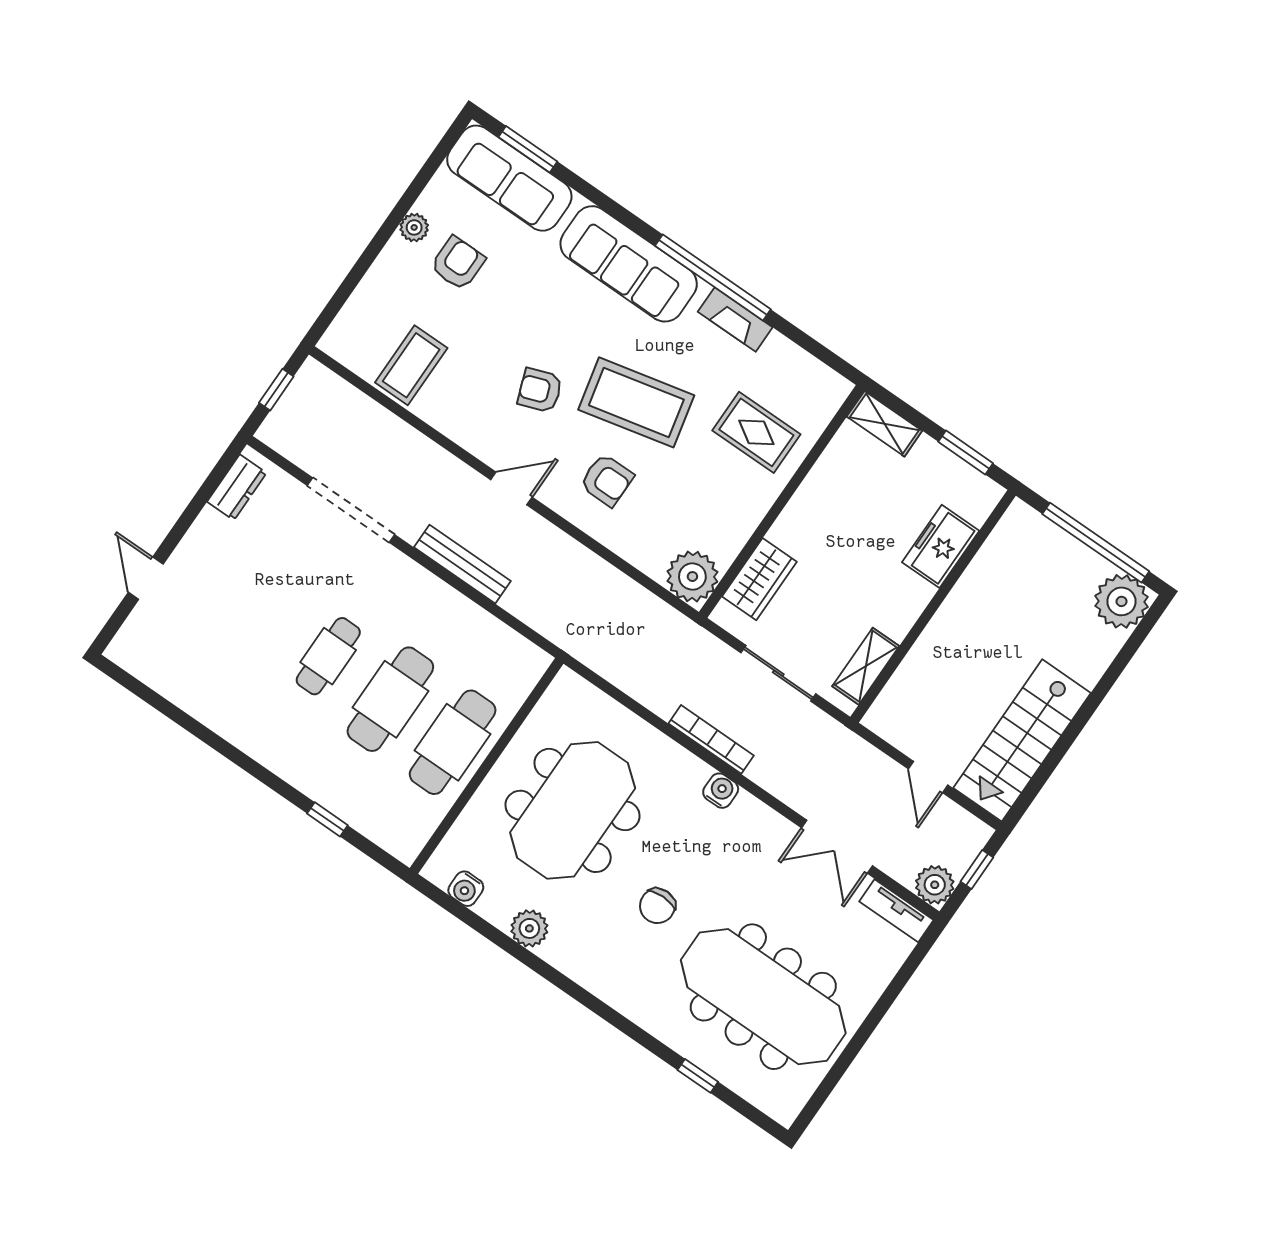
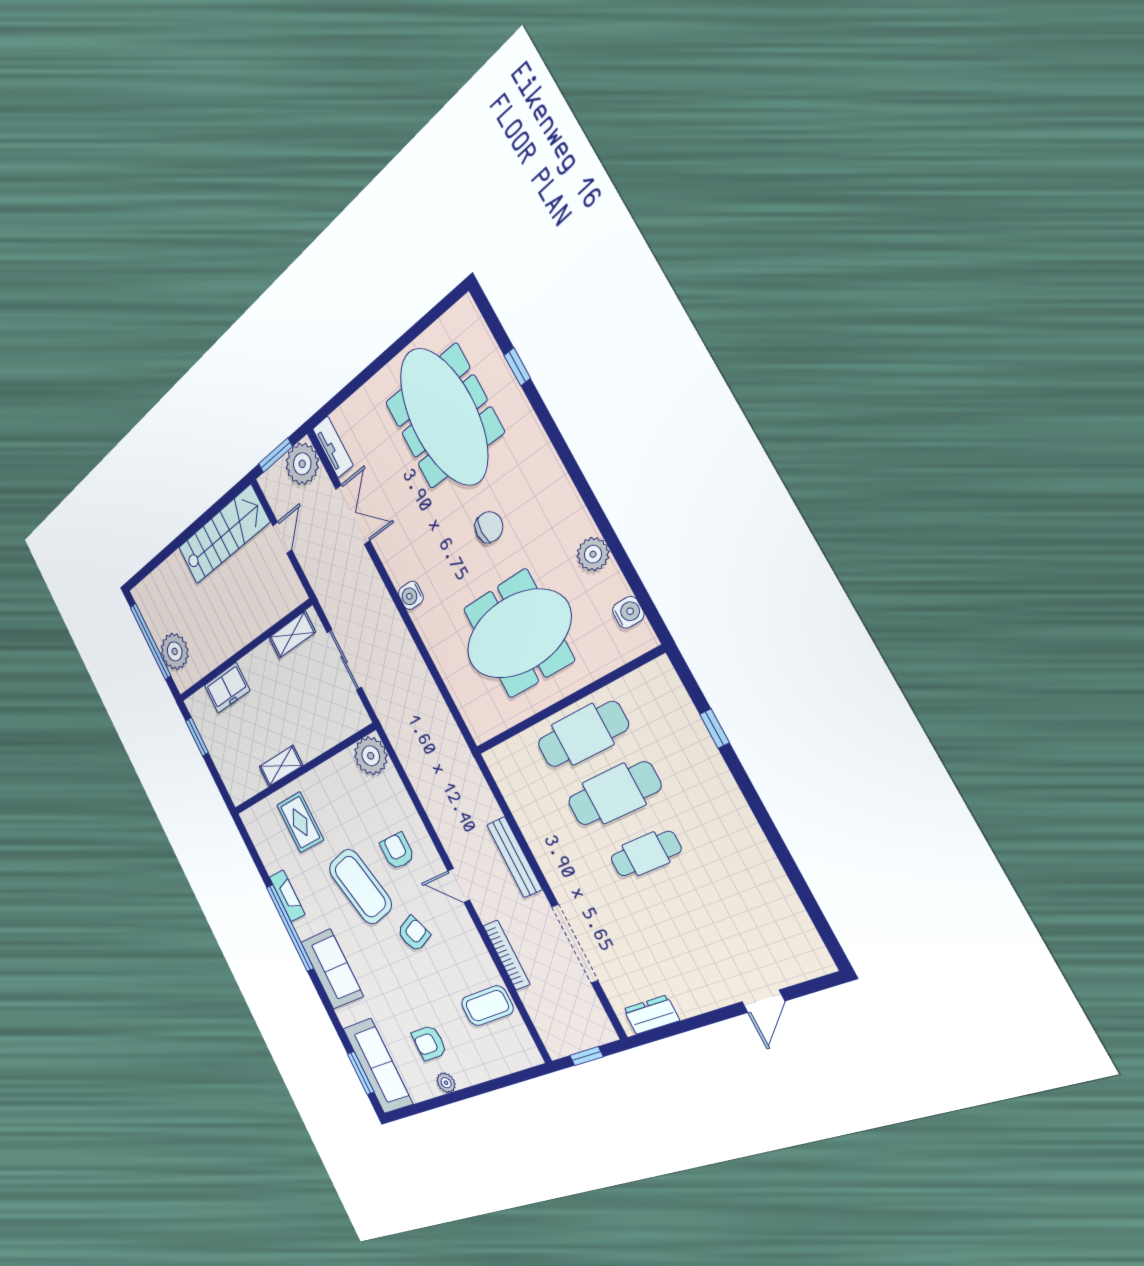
sofa: (629, 264) -> (332, 969), width x0.73
armchair: (540, 390) -> (414, 934), turned -93
shelving: (884, 424) -> (281, 766), moved, turned 90
wardrobe: (759, 579) -> (332, 729), removed
plant: (1122, 601) -> (175, 651), moved
bookcase: (711, 739) -> (507, 955), moved, turned 180
window: (977, 869) -> (275, 455), width x1.50
plant: (935, 885) -> (302, 464), width x1.36, depth x1.36

